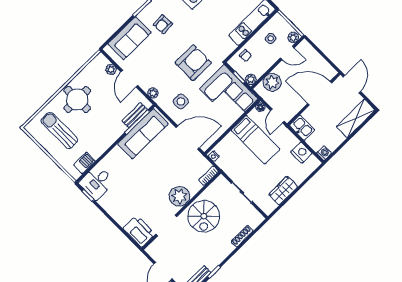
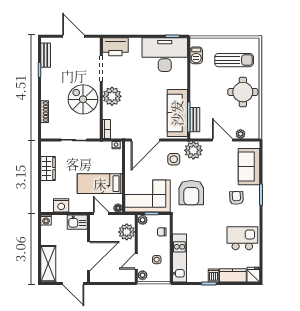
plant: (153, 93) -> (193, 150), width x1.88, depth x1.88
desk: (97, 182) -> (165, 55), width x1.87, depth x1.30

